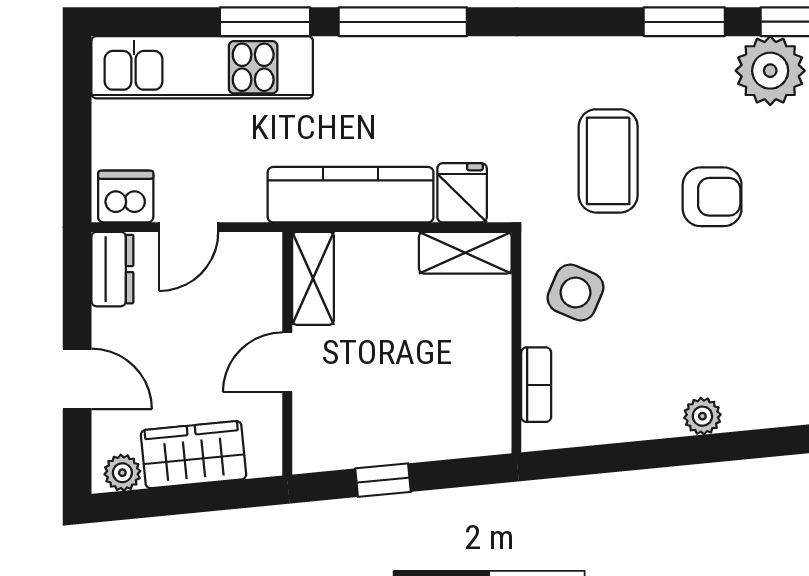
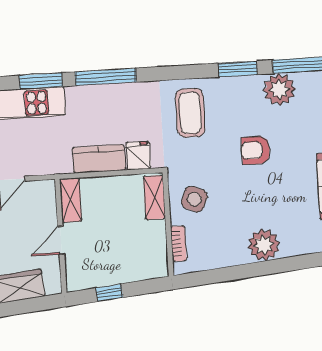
coffee table: (608, 161) -> (190, 113), moved
kitchen counter: (351, 195) -> (99, 159), width x0.67
armchair: (712, 197) -> (256, 150), turned 180
shelving: (465, 253) -> (154, 197), moved, turned 90
plant: (702, 416) -> (264, 245), width x1.87, depth x1.87

